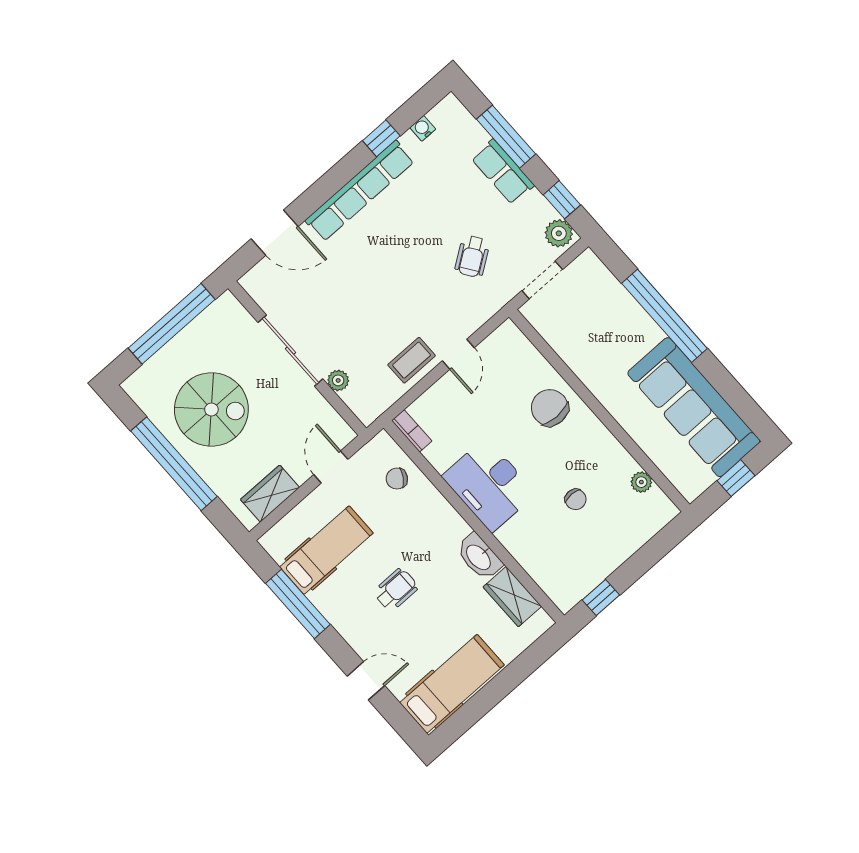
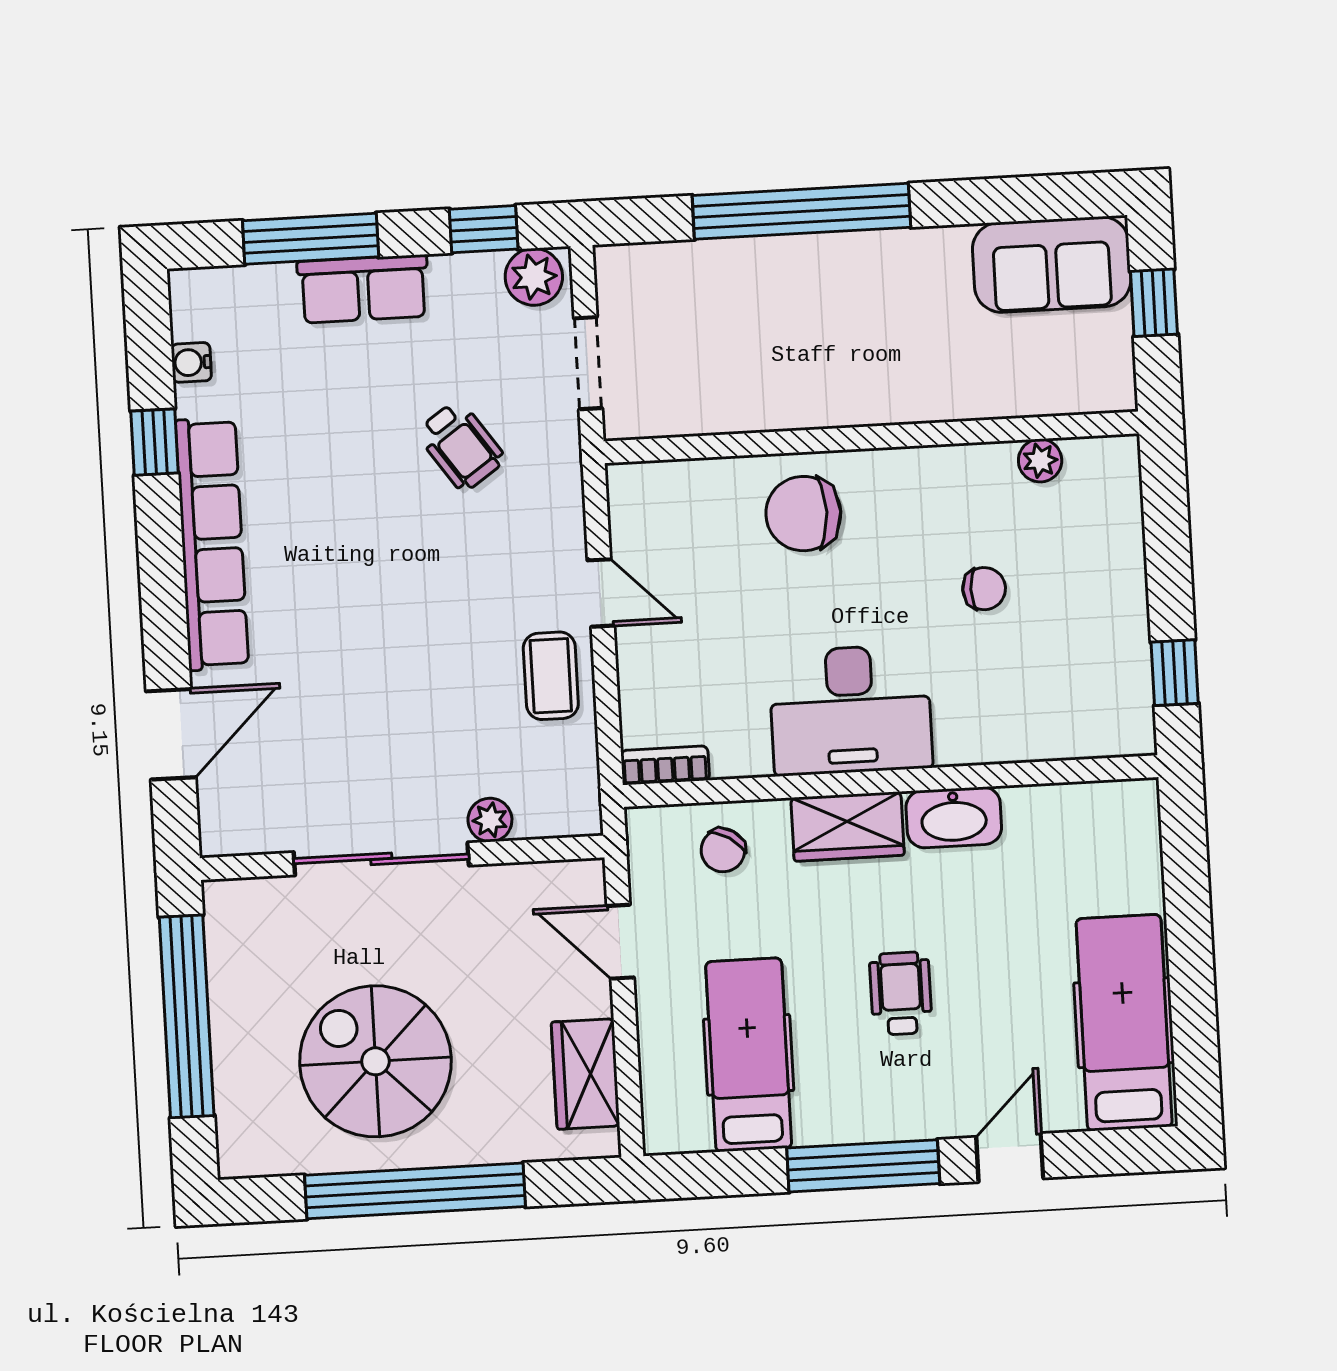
sofa: (694, 407) -> (1052, 265), width x0.54, depth x0.79
spiral stairs: (211, 409) -> (375, 1061), turned -90
wardrobe: (512, 597) -> (848, 826), moved
window: (298, 604) -> (863, 1166), moved

